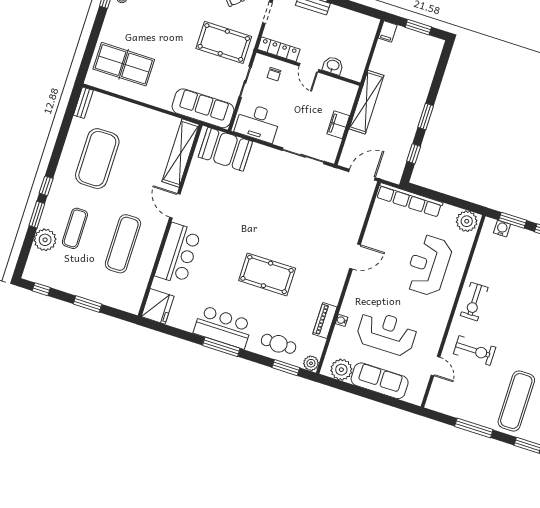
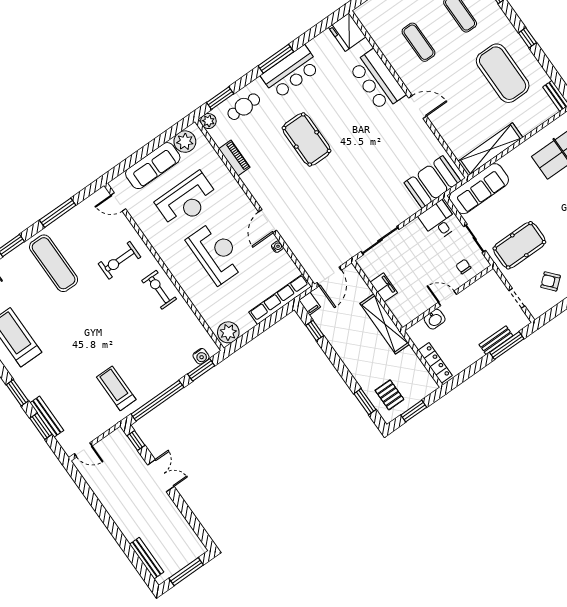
filing cabinet: (388, 32) -> (310, 304), moved, turned 180
locker: (279, 49) -> (435, 363), moved, turned -90
pallet: (420, 56) -> (389, 395), added
window: (426, 116) -> (365, 402), moved
desk: (258, 123) -> (439, 221), width x0.73
shelving: (181, 153) -> (490, 149), moved, turned 90
window: (46, 186) -> (527, 38), moved
exercise mat: (123, 244) -> (419, 42), width x0.73, depth x0.69
reception desk: (428, 265) -> (216, 253), moved
pool table: (267, 274) -> (307, 139), turned 90
water cooler: (342, 320) -> (277, 247), moved
door: (436, 366) -> (118, 202), moved

